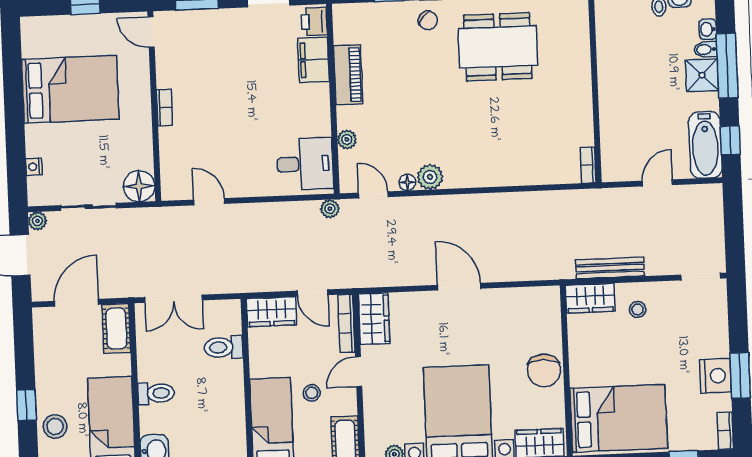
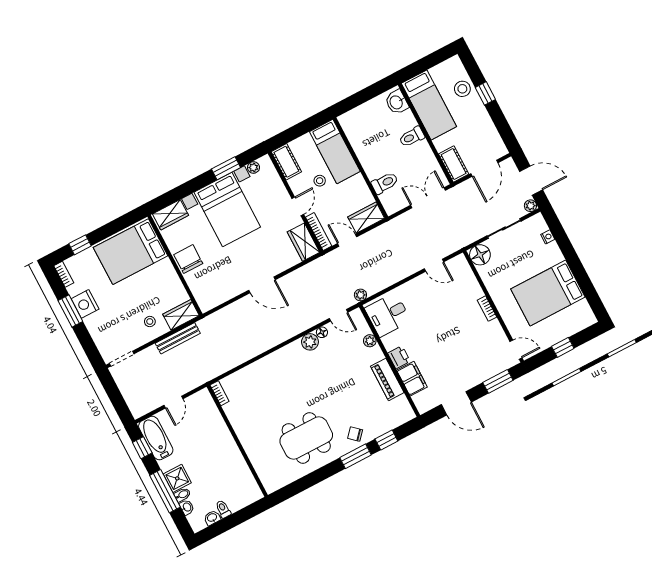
printer: (314, 22) -> (399, 357), moved

